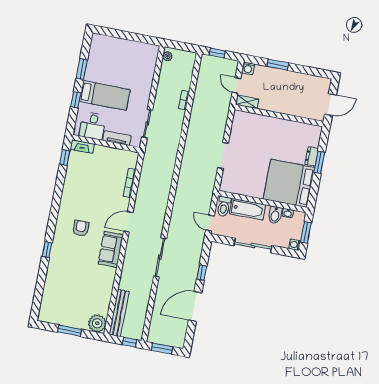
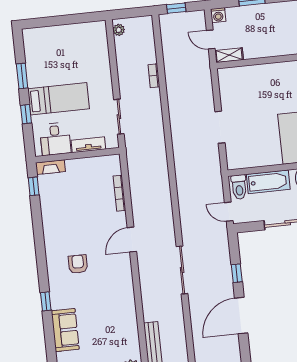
sofa: (111, 249) -> (65, 330), moved, turned 180

